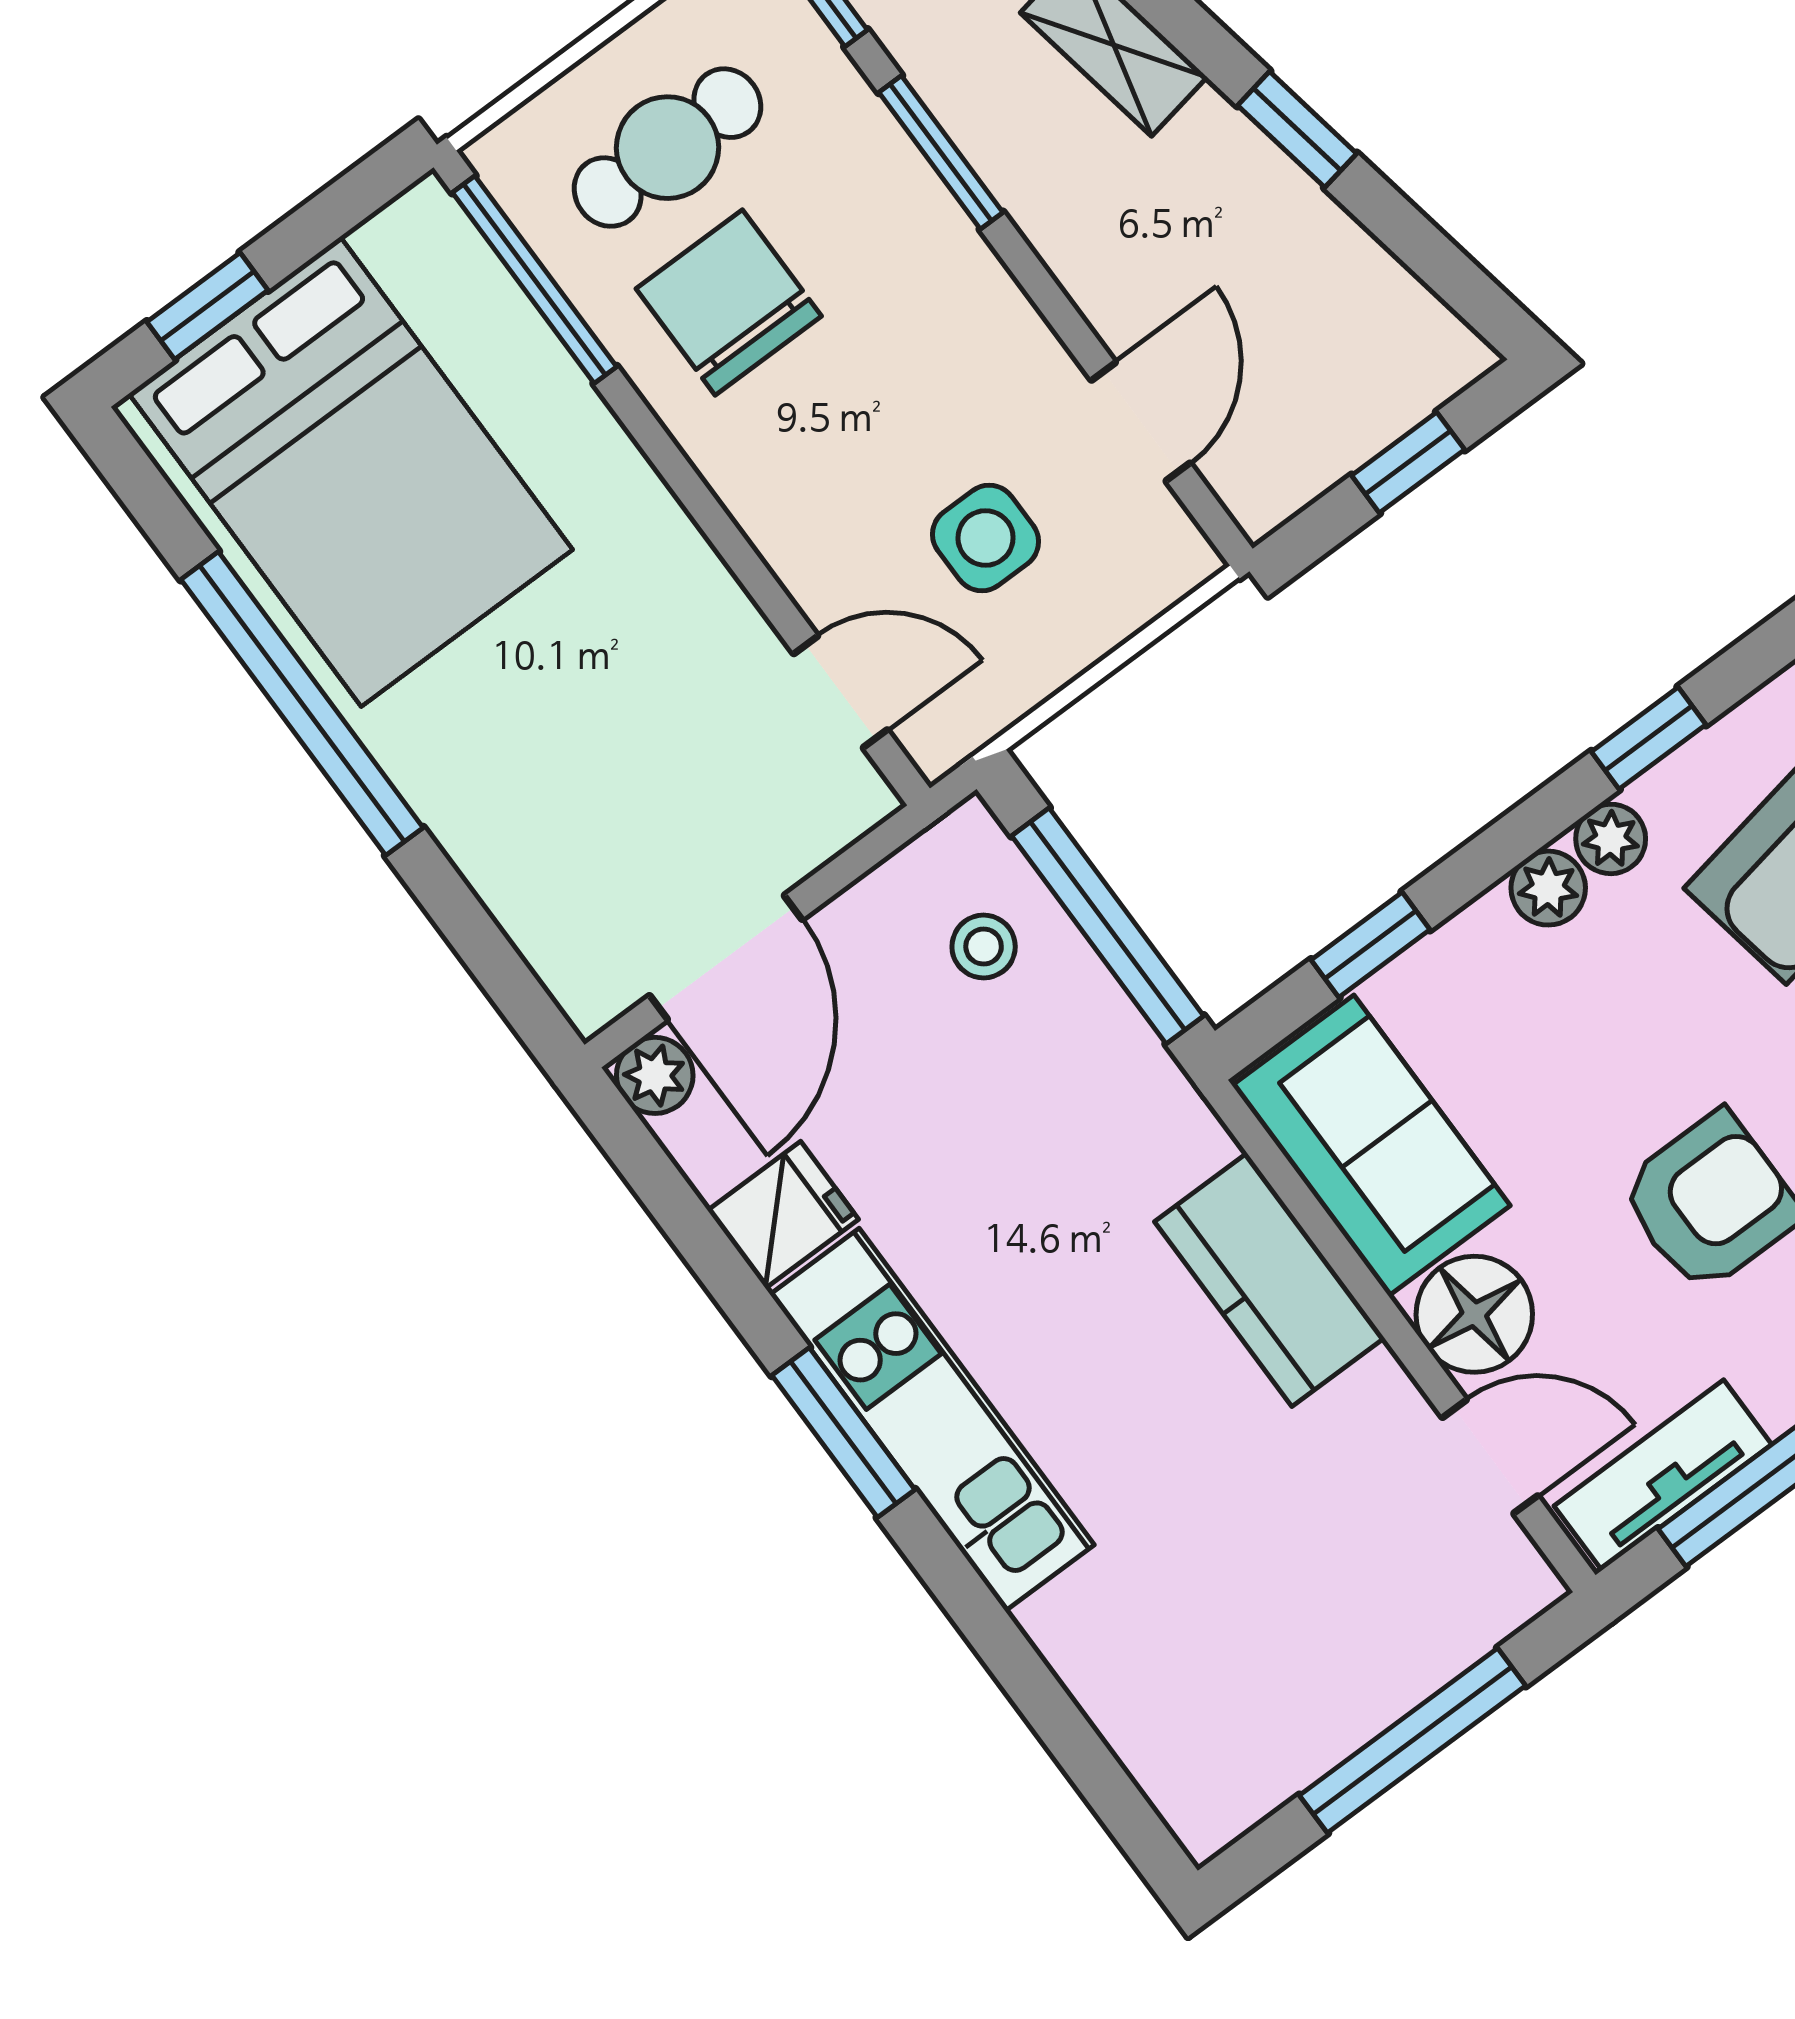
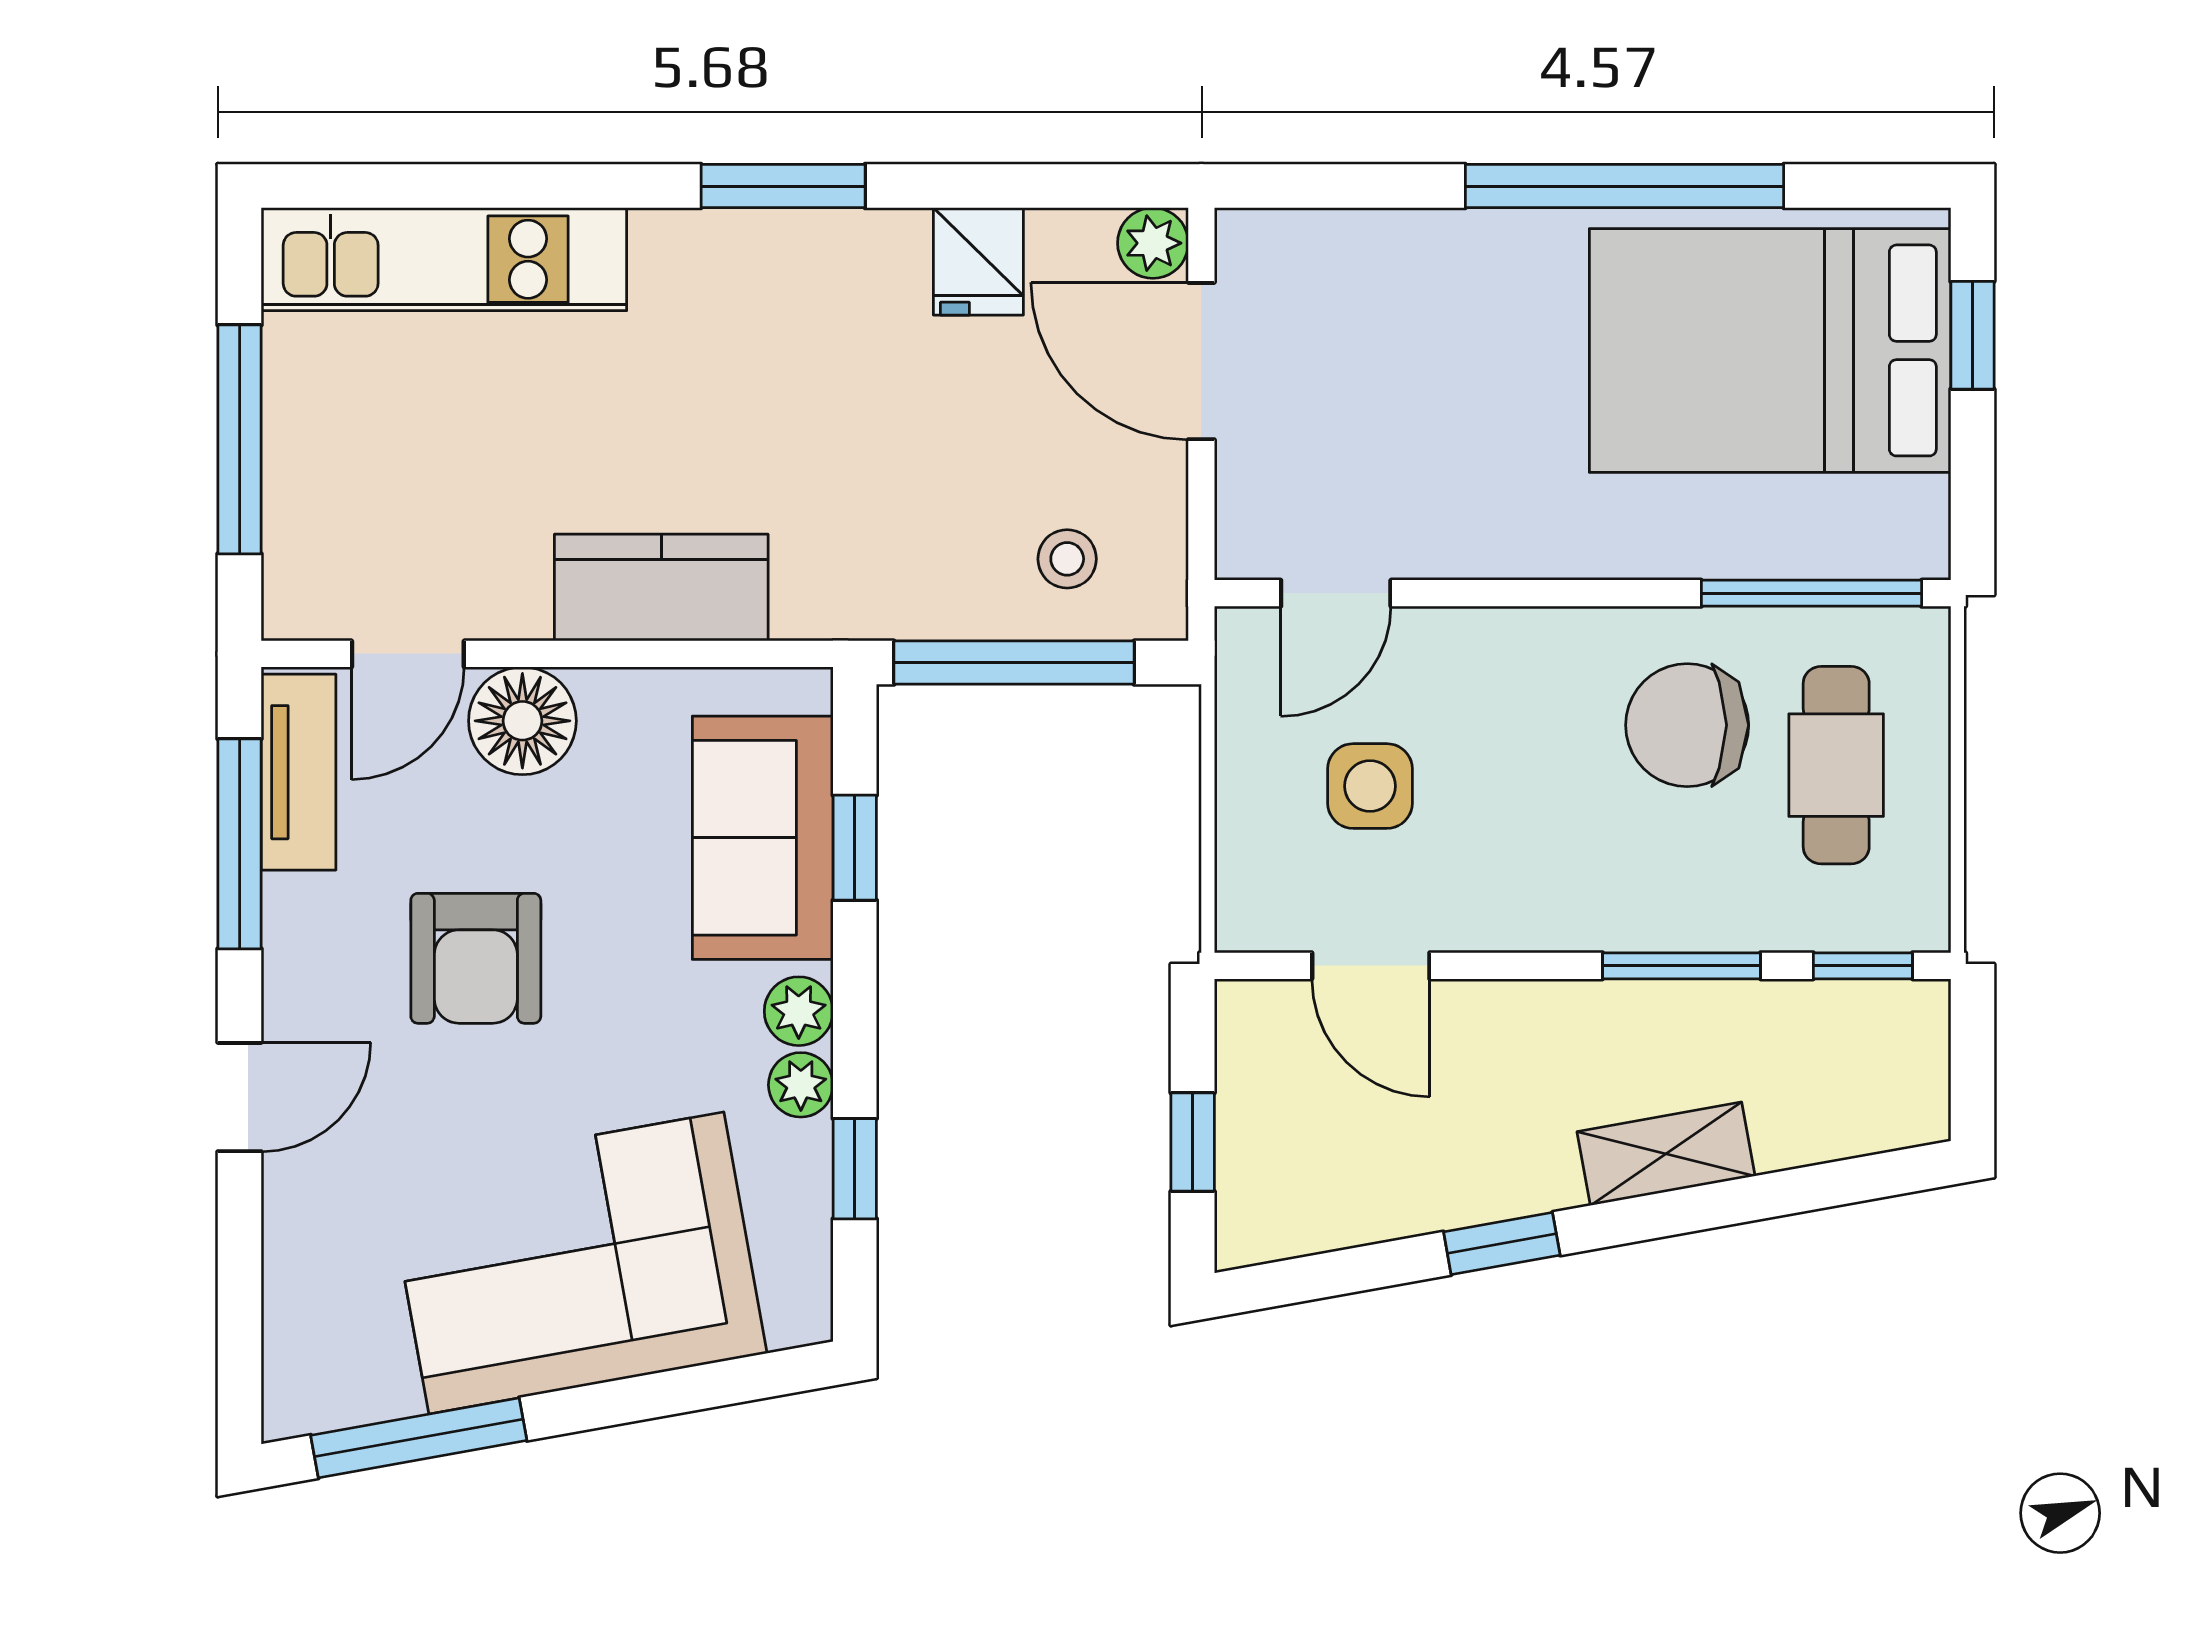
chair: (729, 302) -> (1687, 725), turned 180
sofa: (1371, 1146) -> (763, 838), moved, turned 90
kitchen unit: (932, 1420) -> (444, 259), moved

